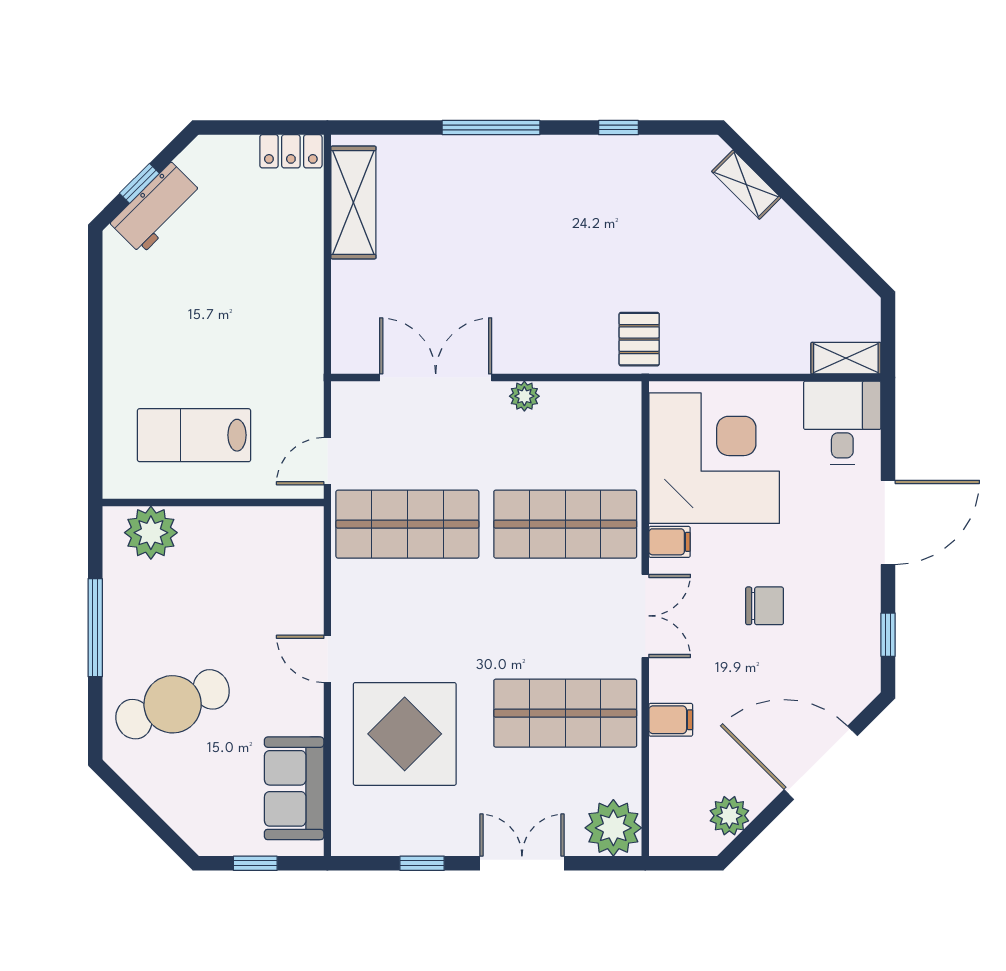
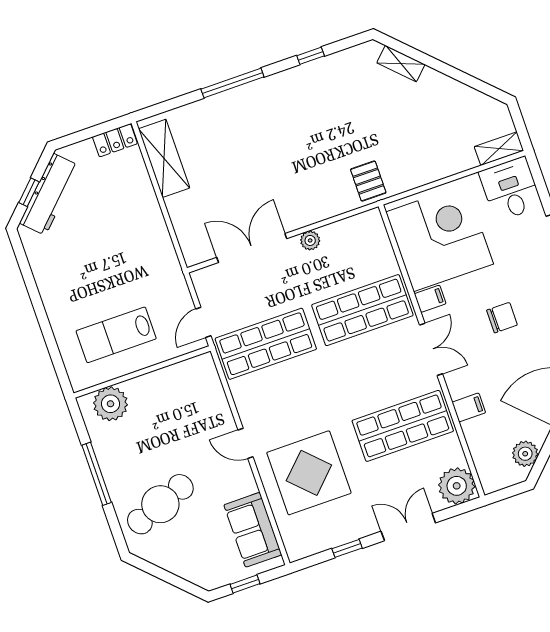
workbench: (156, 208) -> (49, 194), width x1.37

